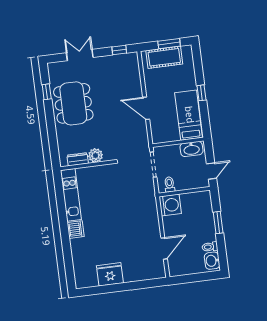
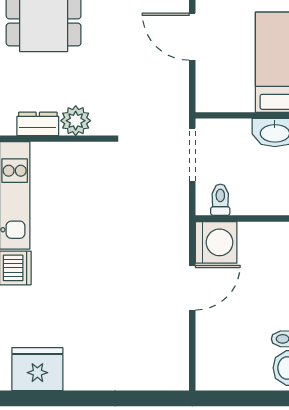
door: (164, 248) -> (192, 288), moved
fridge: (110, 274) -> (37, 369), moved

